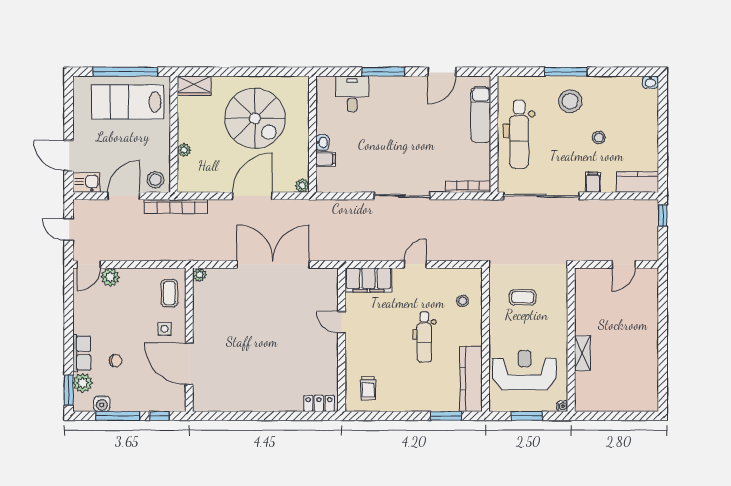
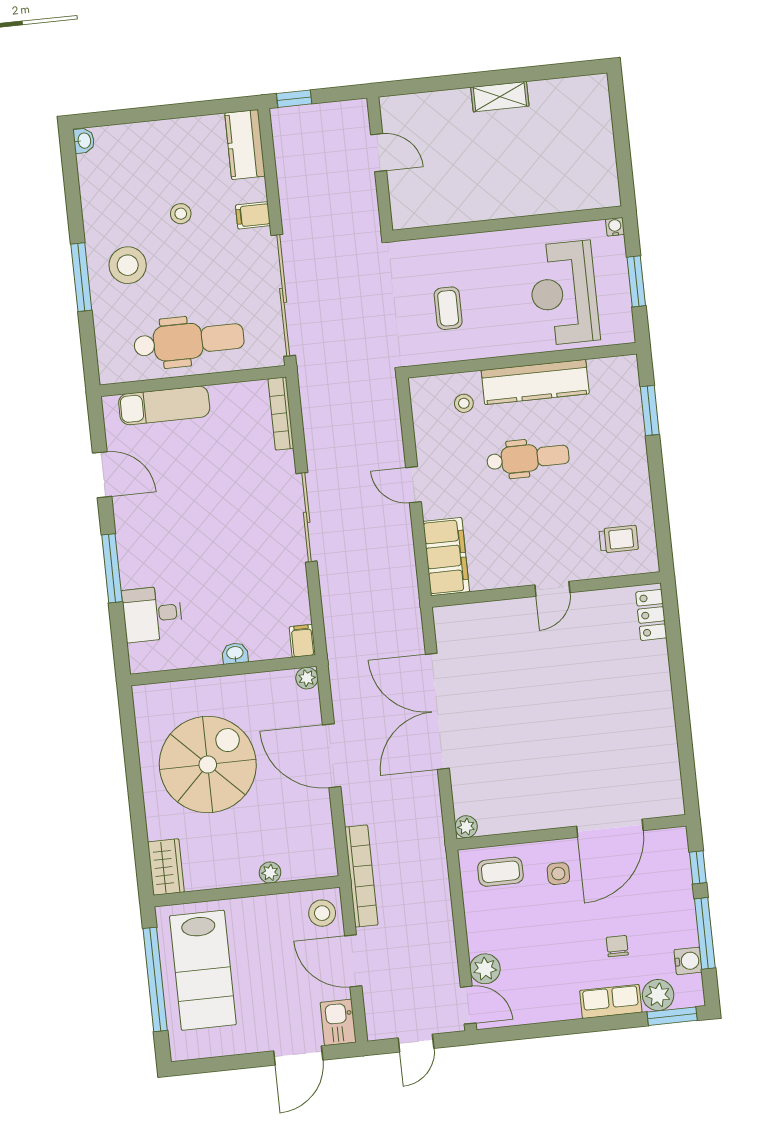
filing cabinet: (326, 159) -> (302, 641), moved
door: (342, 322) -> (552, 589), moved
shelving: (582, 353) -> (500, 97), moved
kitchen counter: (471, 379) -> (535, 382), moved

